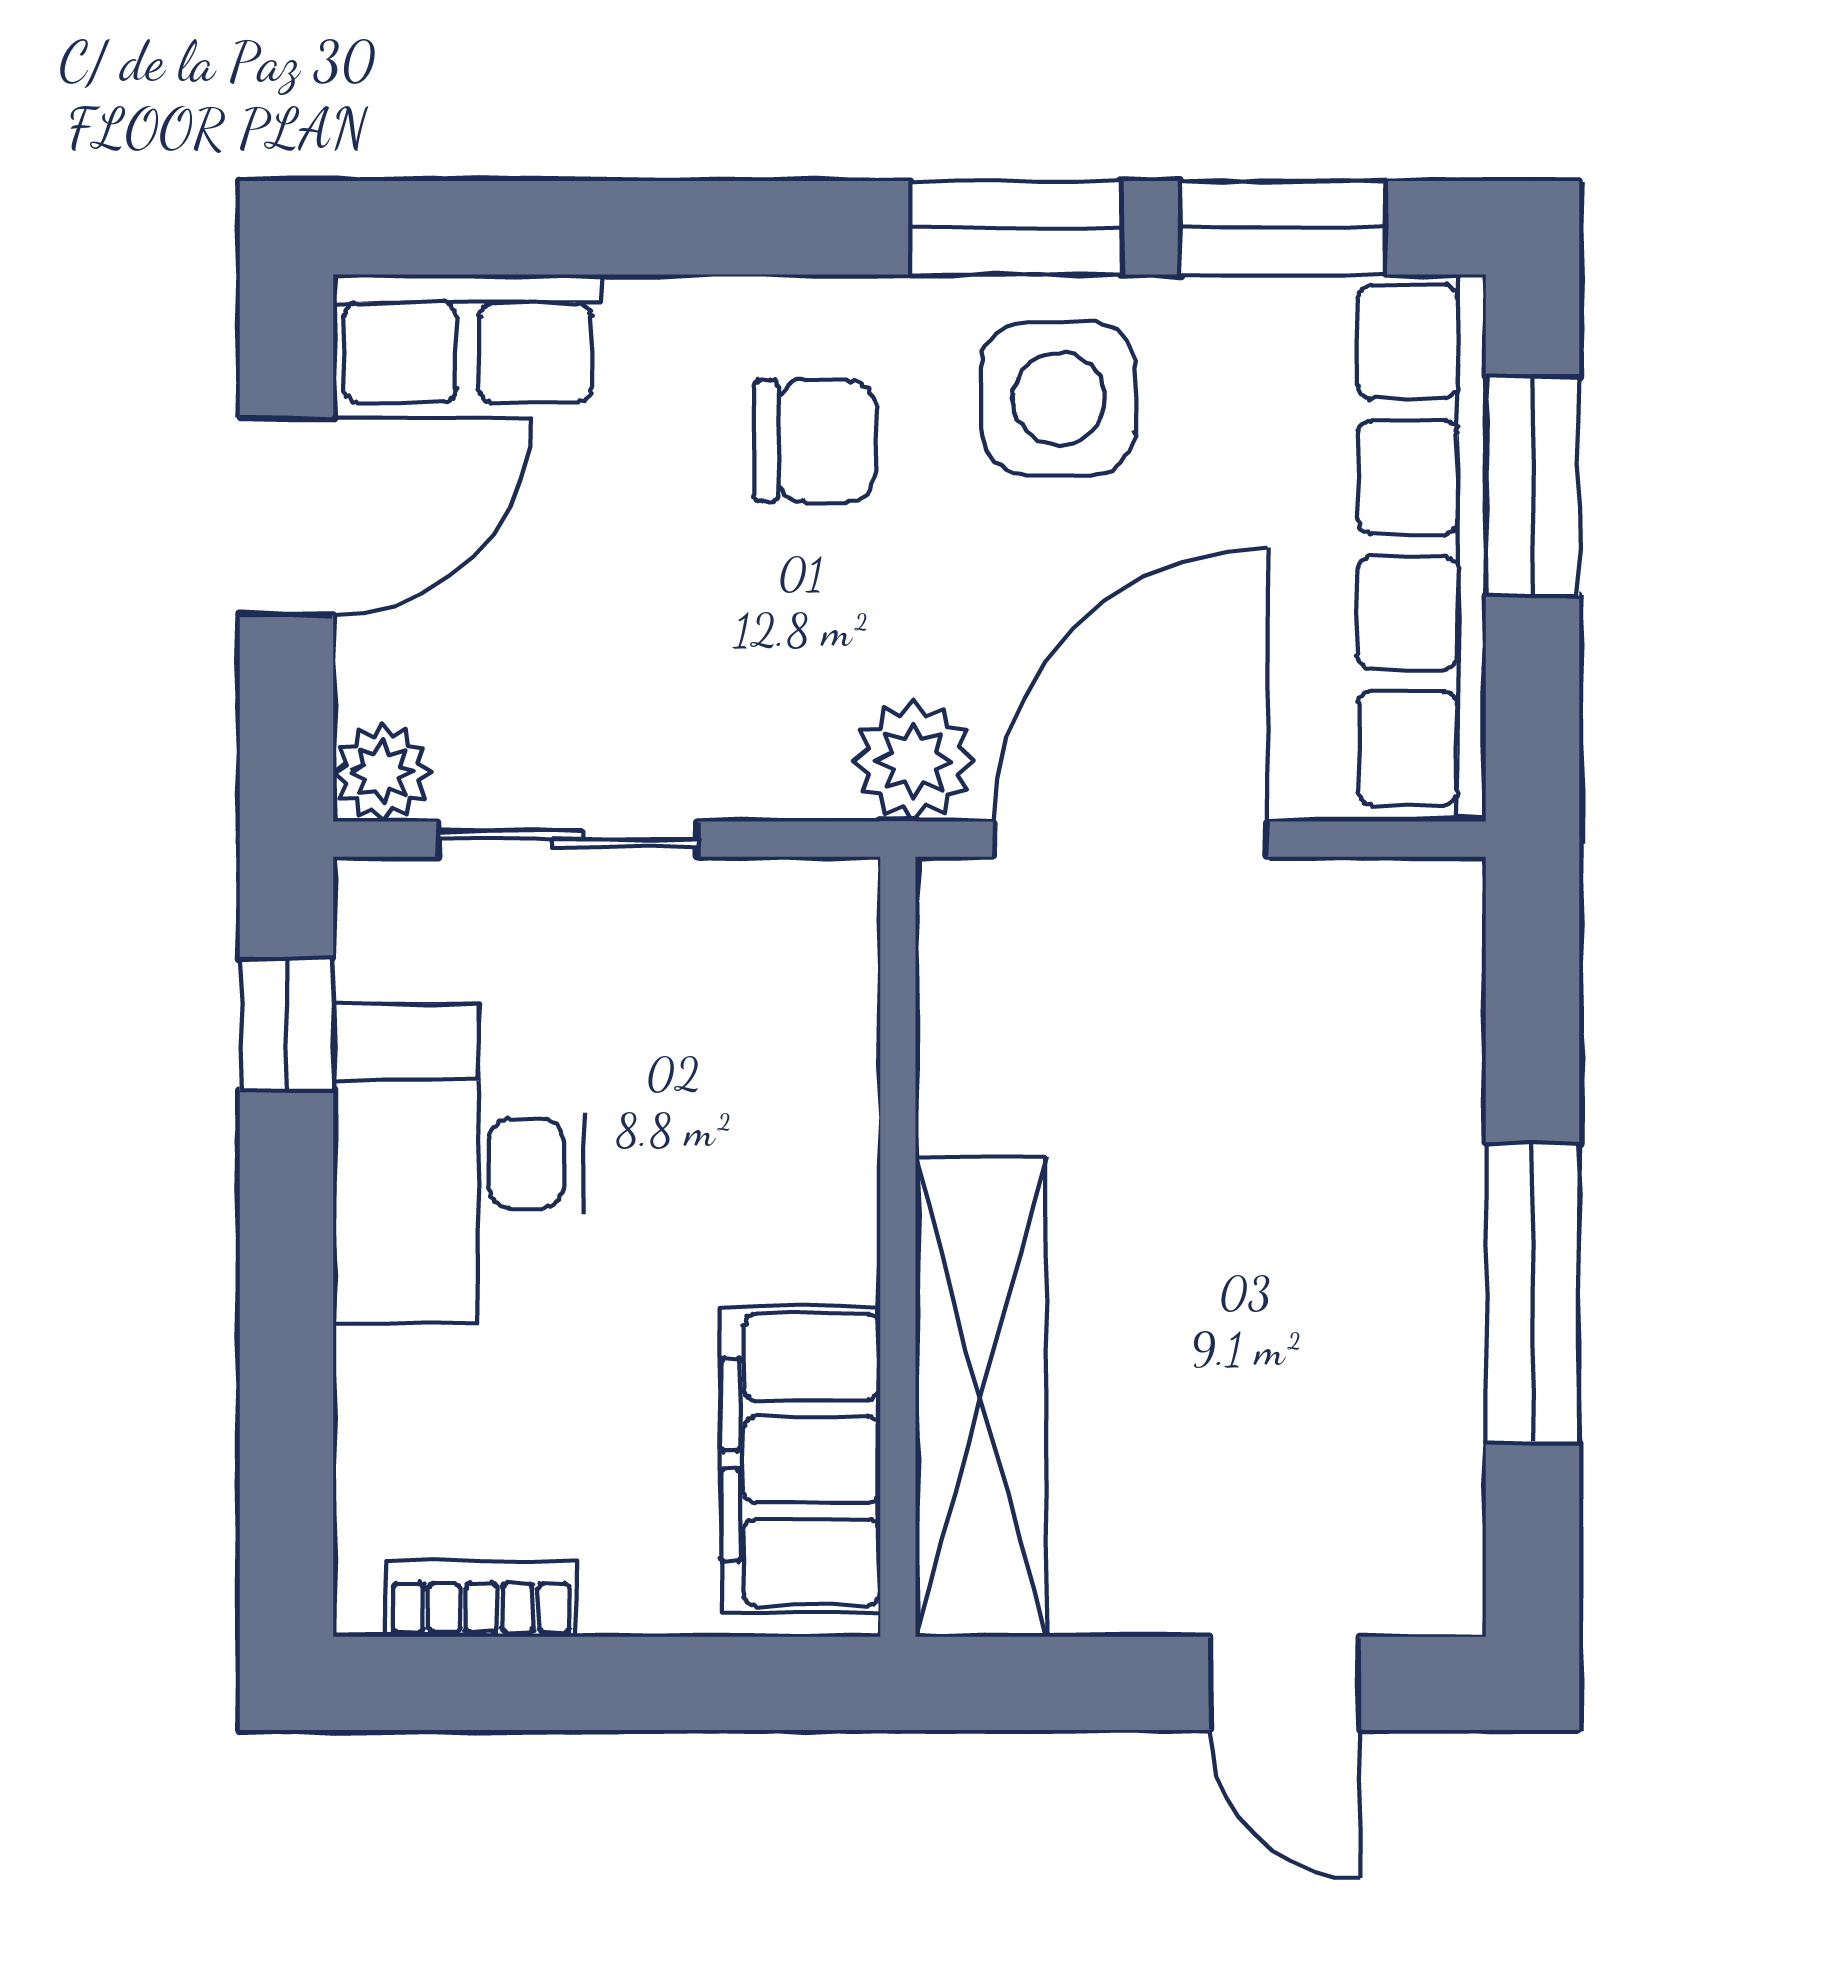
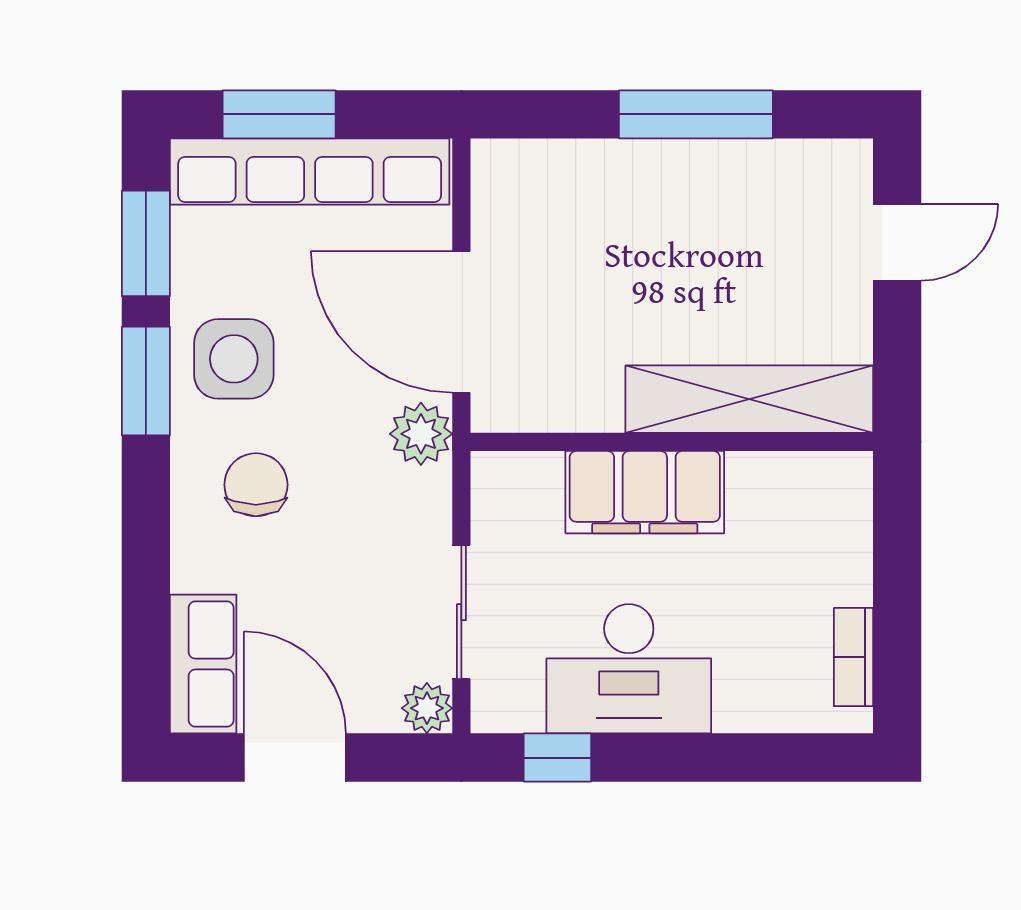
filing cabinet: (801, 1460) -> (645, 492), moved

